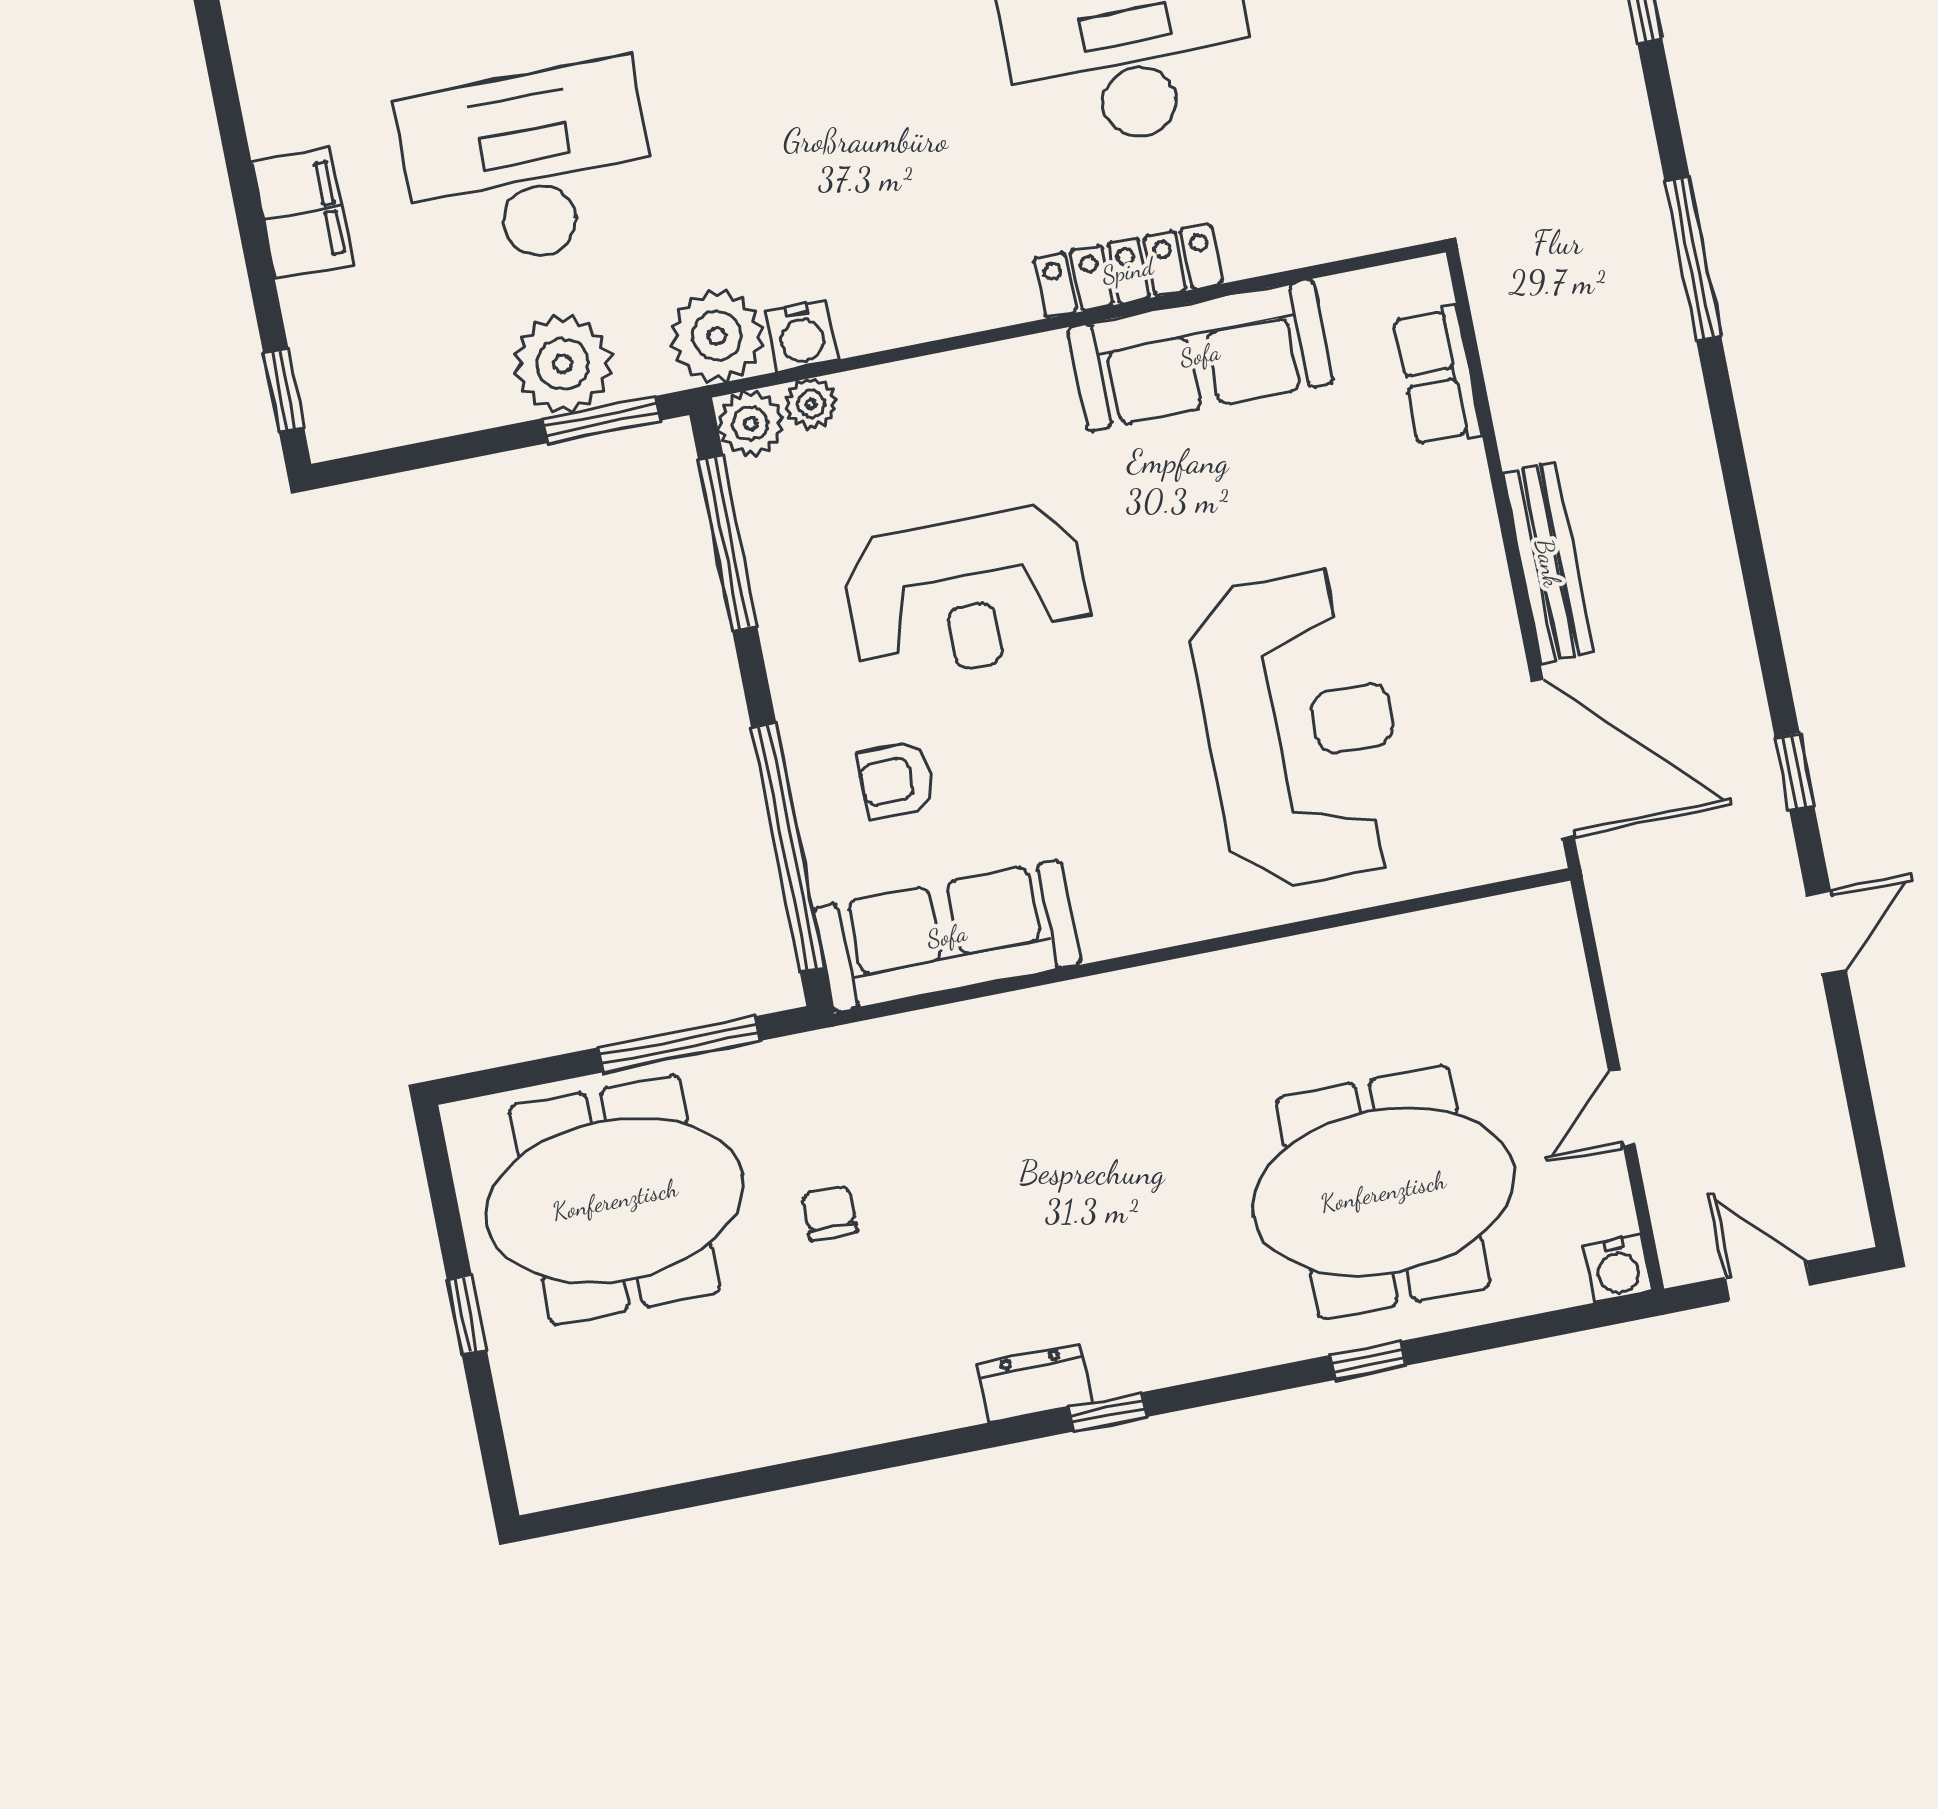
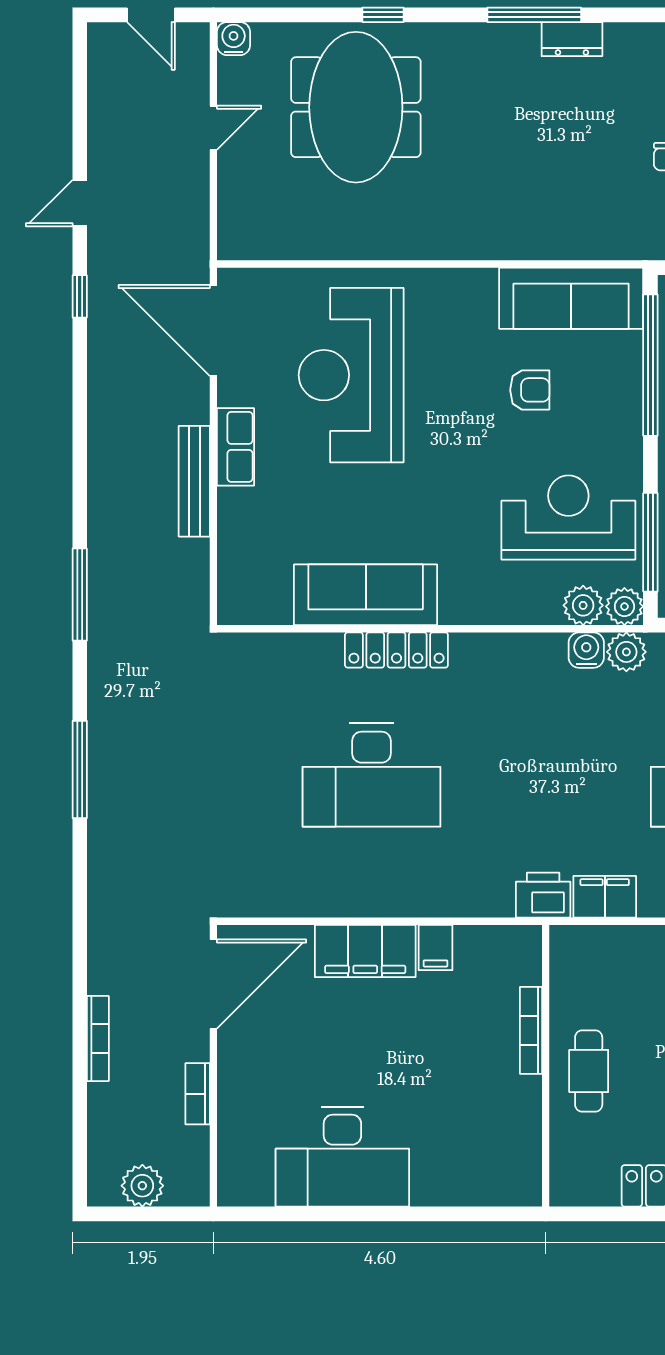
plant: (717, 336) -> (626, 652), width x0.73, depth x0.73
row of seats: (1437, 376) -> (236, 447), moved
plant: (811, 404) -> (583, 605), width x1.38, depth x1.38
bench: (1548, 563) -> (194, 481), moved
reception desk: (967, 594) -> (568, 518), moved
armchair: (896, 780) -> (530, 390), moved
meeting table: (1383, 1192) -> (356, 107), turned 90
window: (1108, 1412) -> (534, 15), width x2.17

